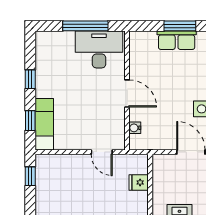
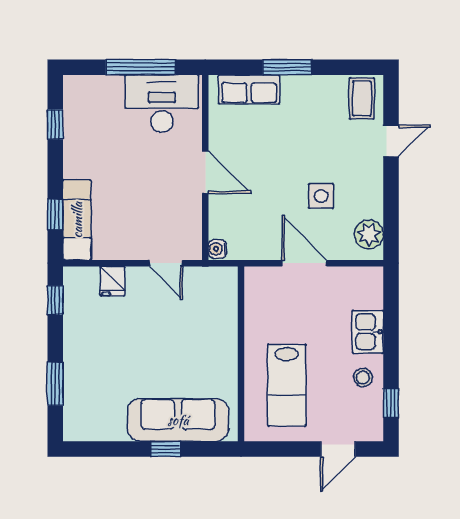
row of seats: (177, 40) -> (249, 89), moved
window: (30, 79) -> (55, 124), moved
water cooler: (135, 128) -> (217, 249), moved
fridge: (139, 182) -> (113, 281), moved, turned -90

